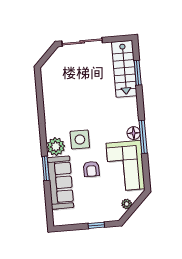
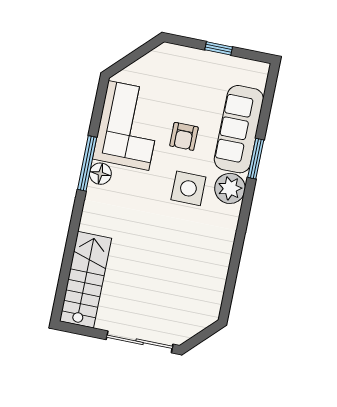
window: (138, 73) -> (66, 267), removed
armchair: (91, 169) -> (184, 136), turned 180
plant: (127, 204) -> (144, 65), removed
window: (96, 225) -> (219, 48), moved

